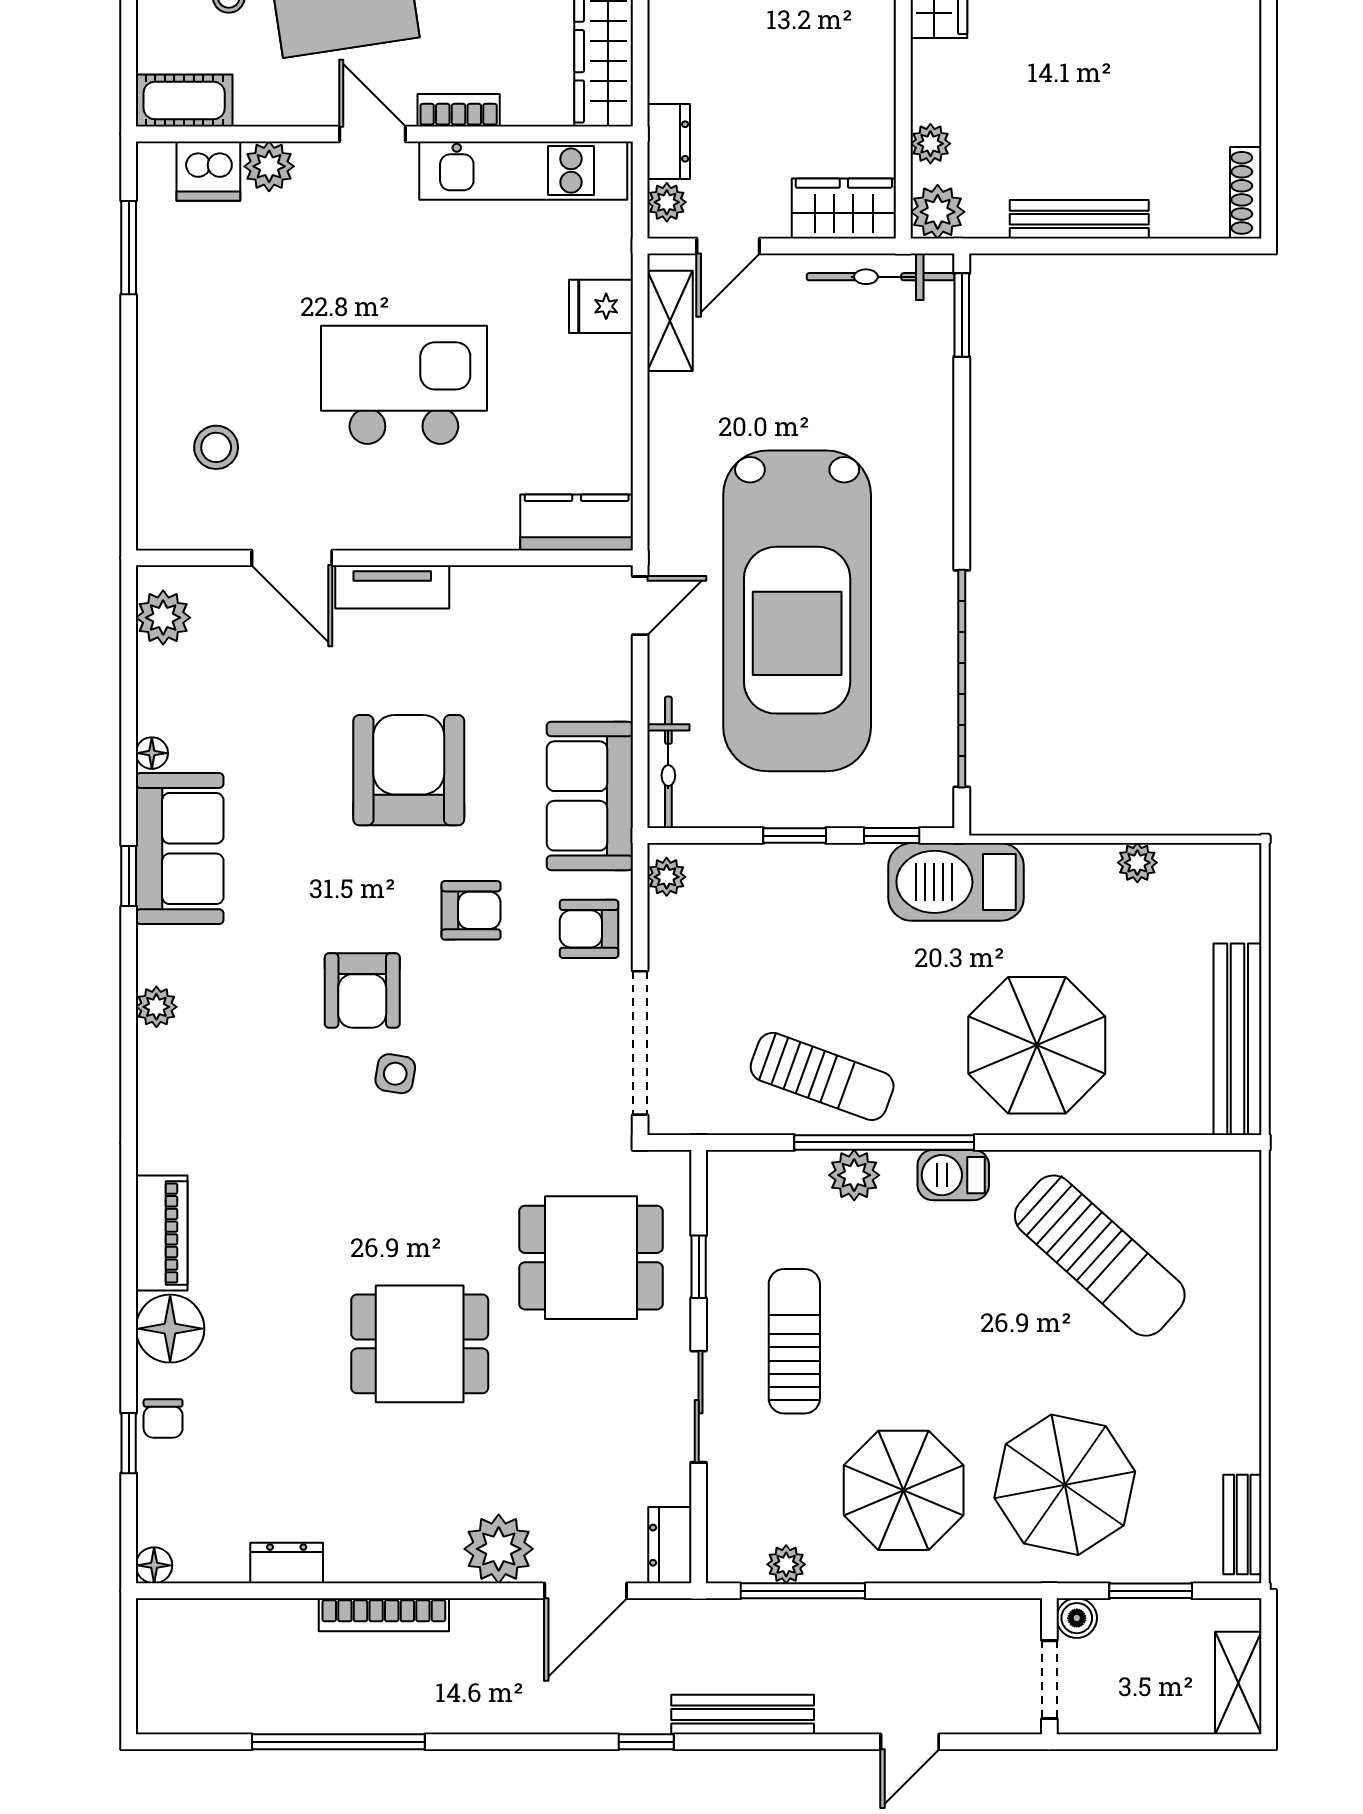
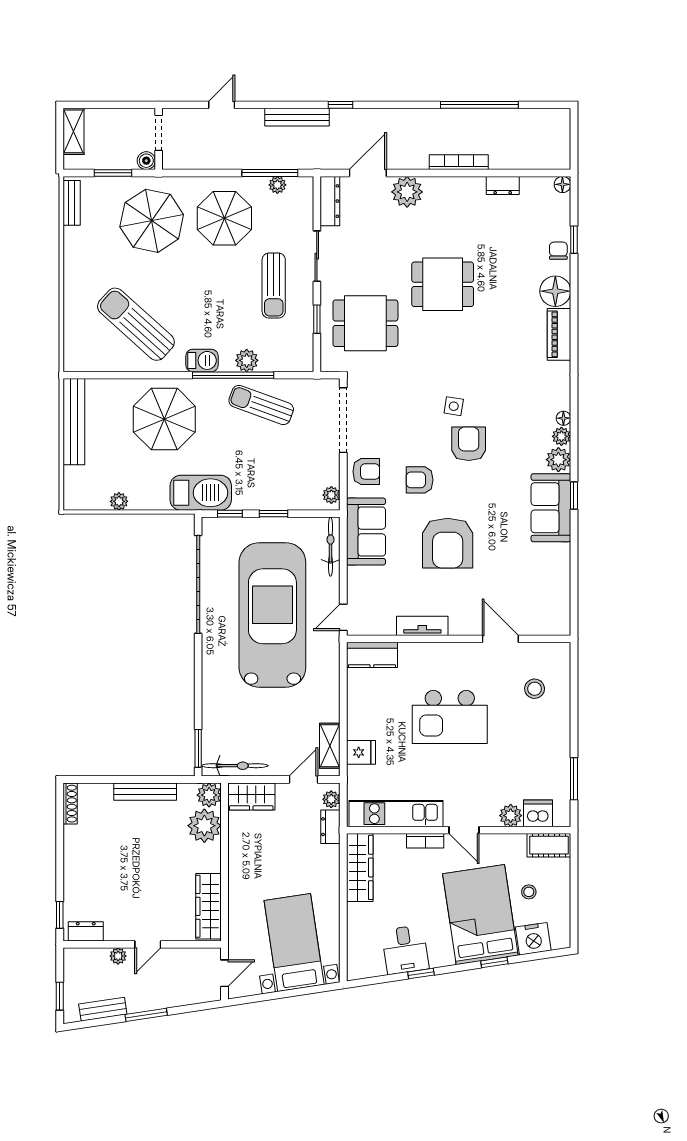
plant: (930, 144) -> (204, 826), width x1.88, depth x1.88
tv unit: (392, 587) -> (422, 626), moved
plant: (163, 618) -> (558, 460), moved
floor lamp: (152, 753) -> (563, 418), moved
dresser: (670, 1545) -> (330, 201), width x1.44

